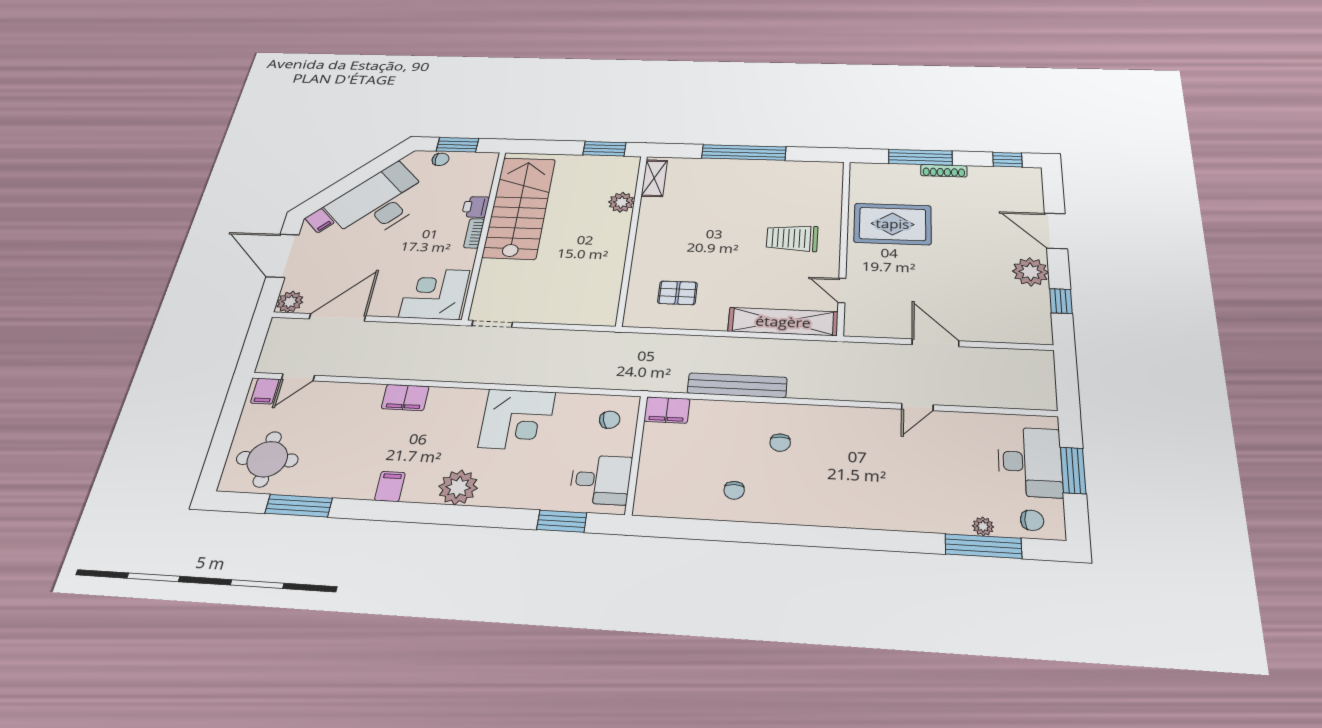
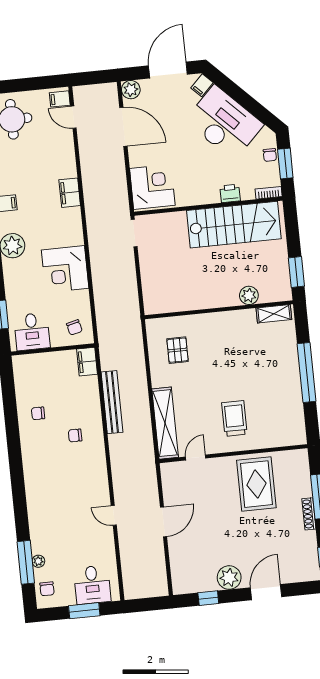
bookcase: (474, 233) -> (269, 193), moved
desk: (1030, 462) -> (92, 585), width x0.73

